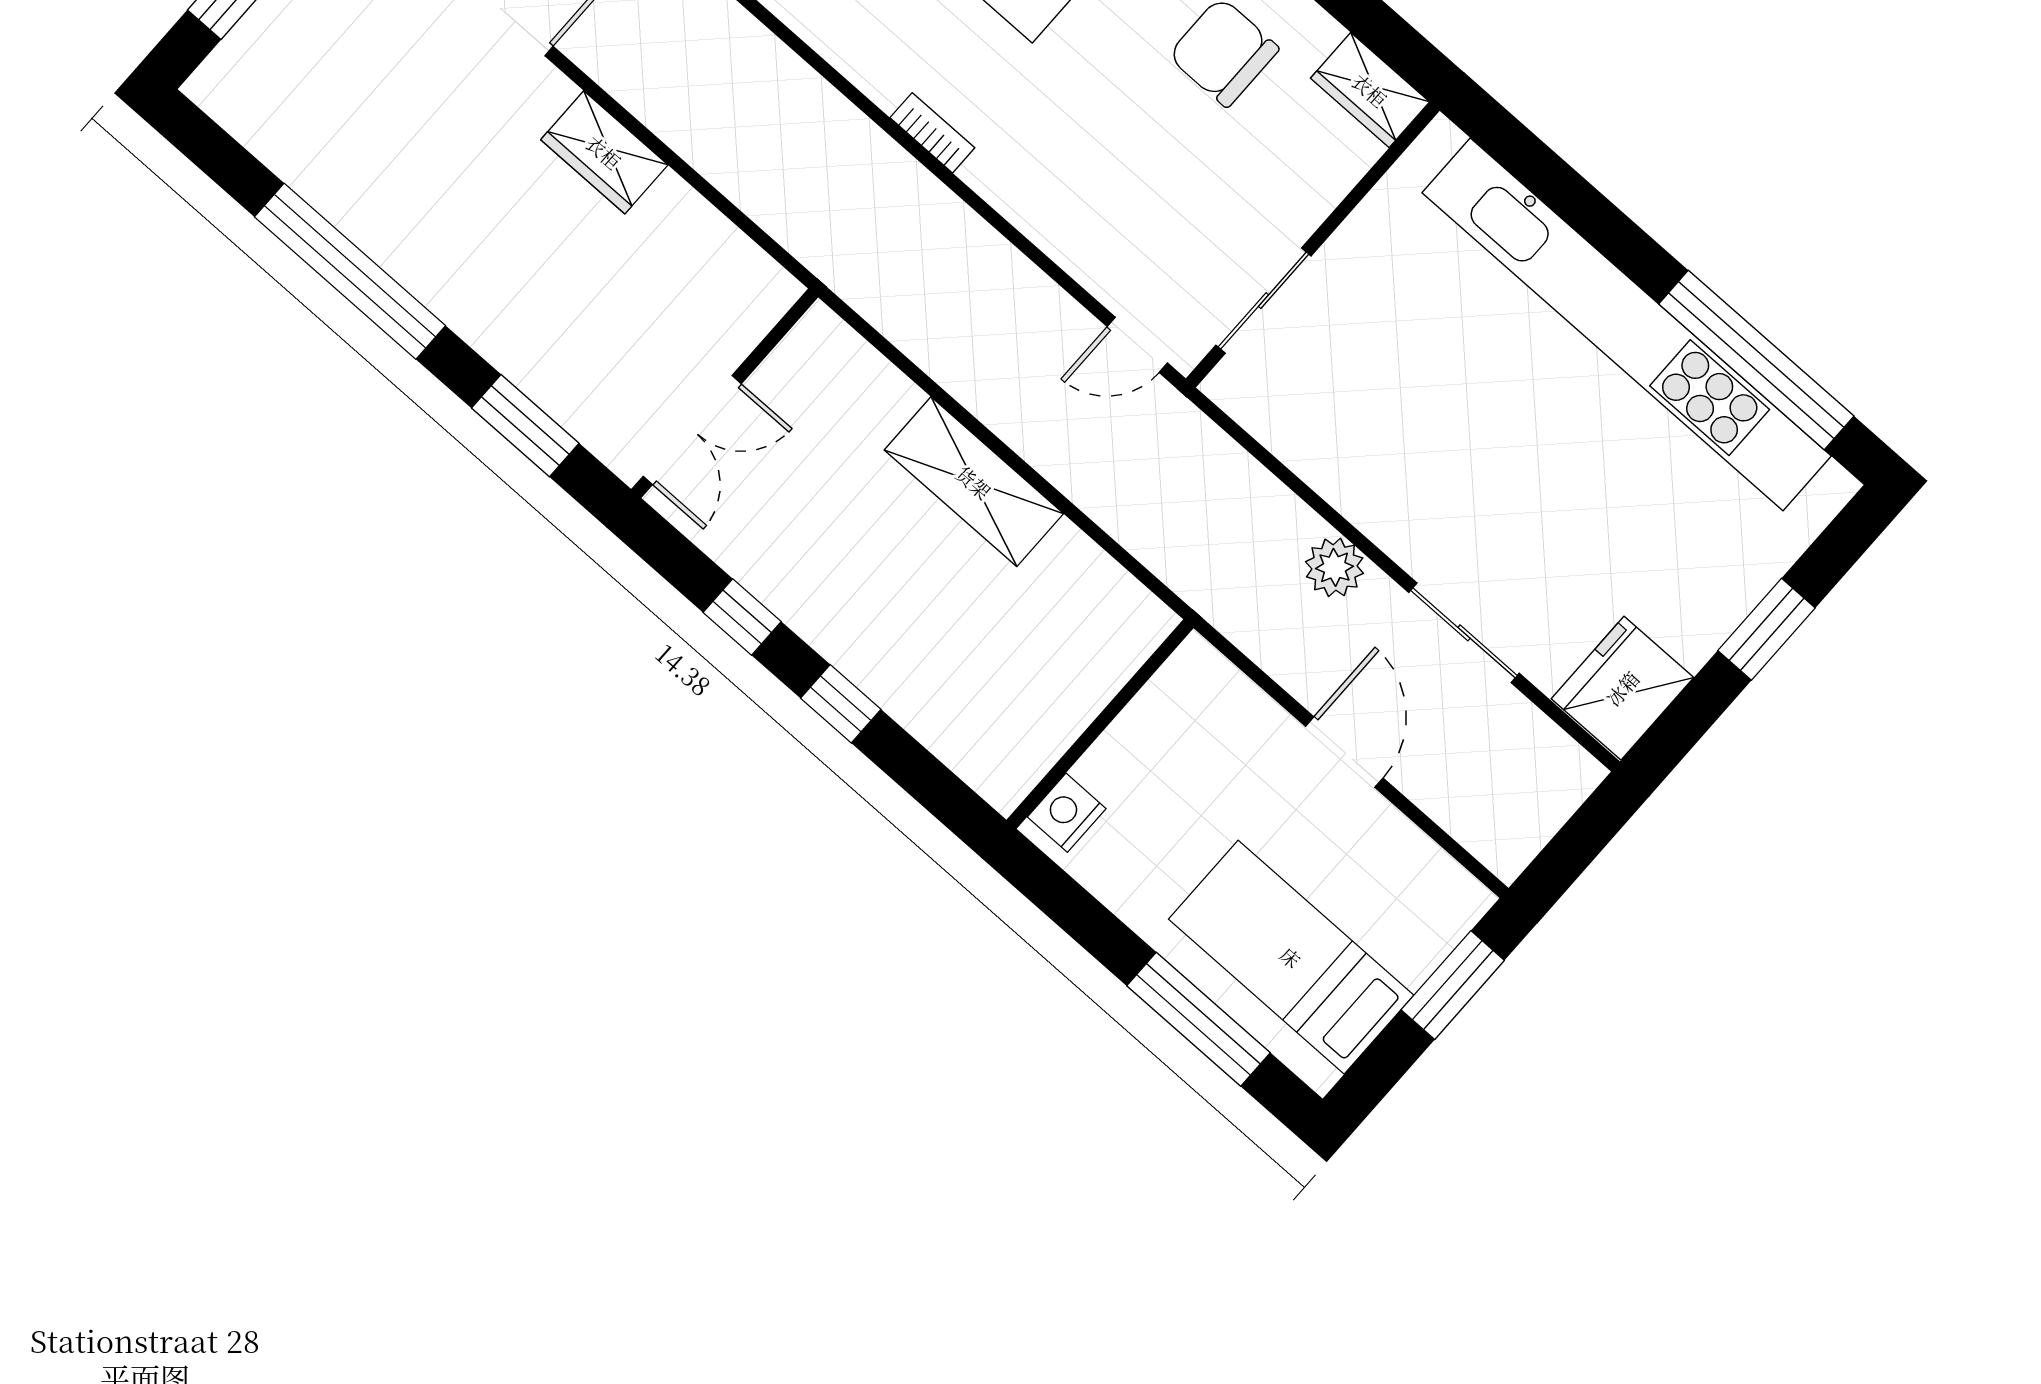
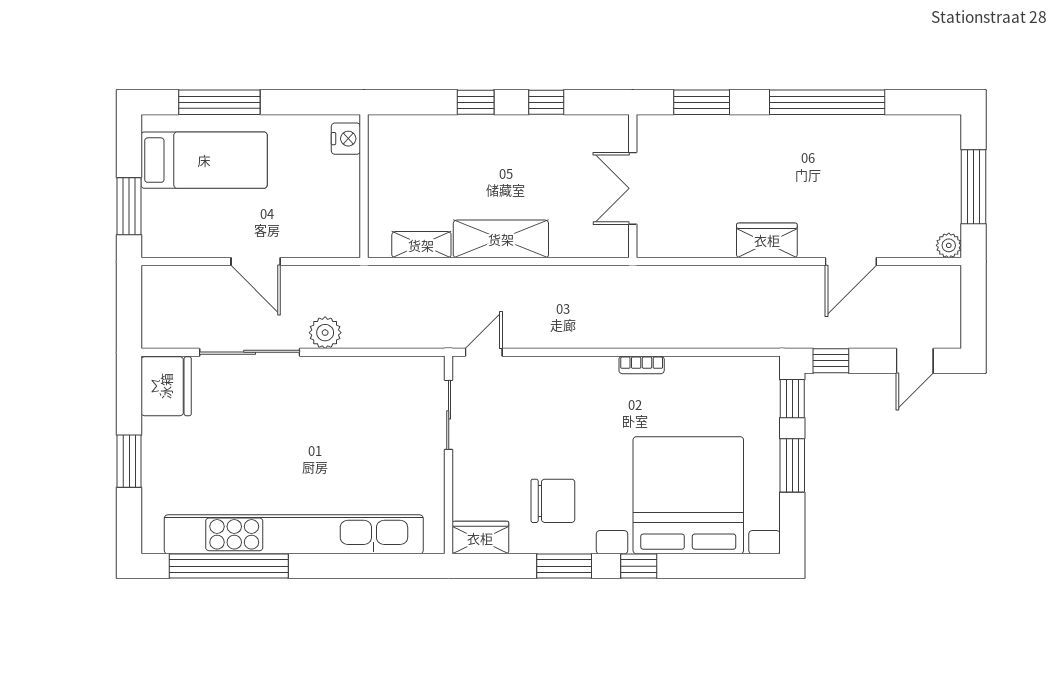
double door: (692, 430) -> (633, 188), moved
shelving: (1092, 571) -> (421, 245), added
sliding door: (1464, 633) -> (250, 352), width x1.37

